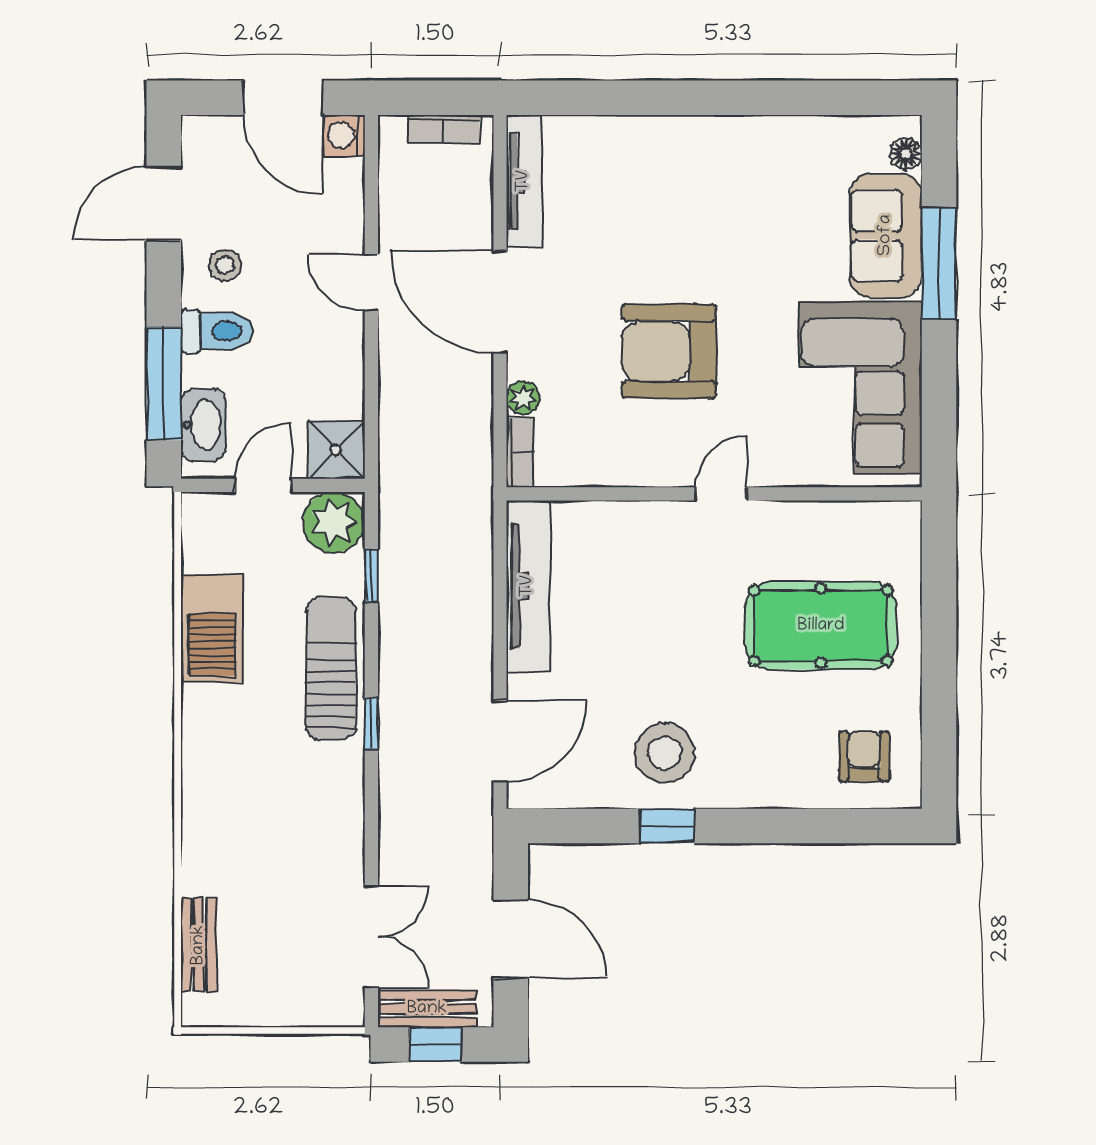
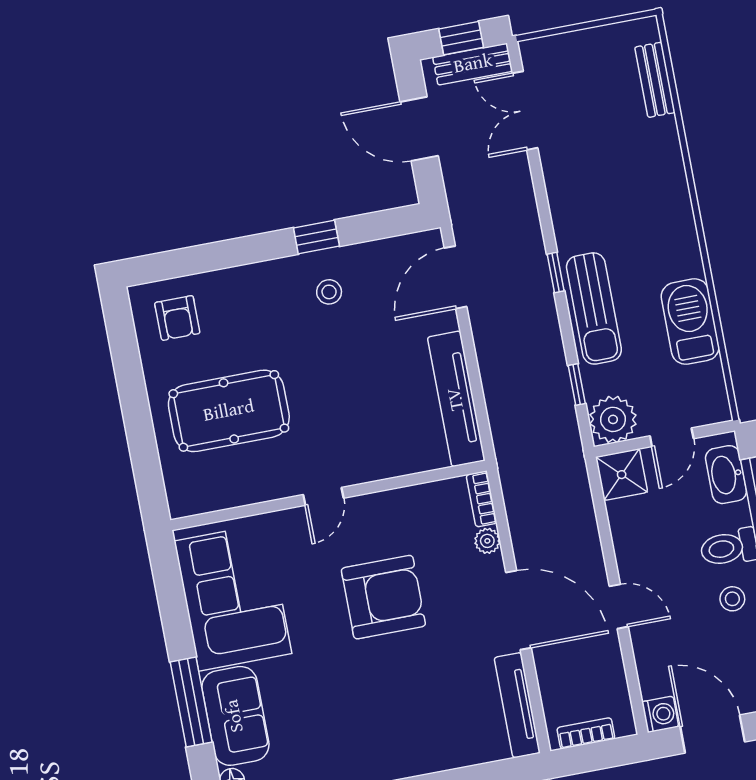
stool: (665, 753) -> (329, 292), width x0.53, depth x0.53

